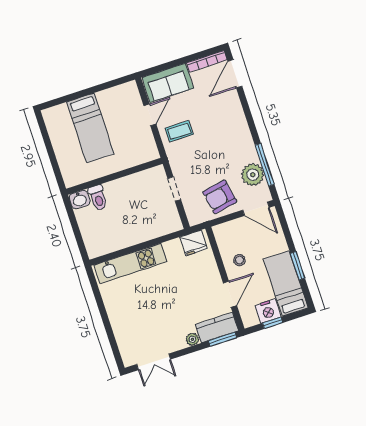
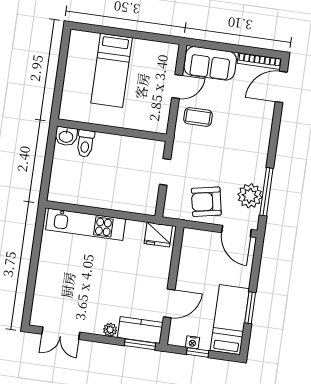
stool: (240, 260) -> (195, 274), removed
nightstand: (268, 311) -> (192, 342), width x0.53, depth x0.56

